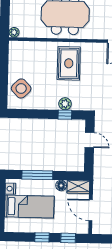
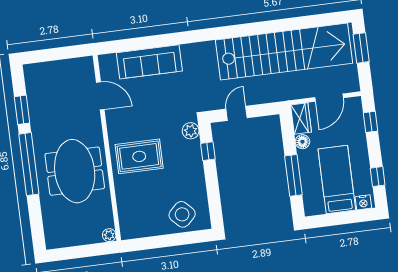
plant: (65, 104) -> (191, 131), moved
nightstand: (10, 189) -> (363, 202), moved
window: (42, 237) -> (378, 177), moved

